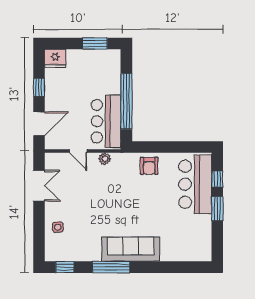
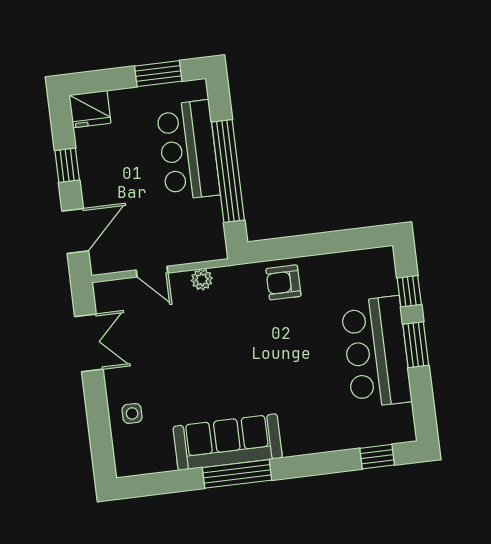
bar counter: (106, 121) -> (188, 150), moved
armchair: (149, 166) -> (283, 282), turned 90
bar counter: (195, 184) -> (376, 352), moved
sofa: (131, 249) -> (228, 442), moved
window: (65, 267) -> (377, 457), moved

